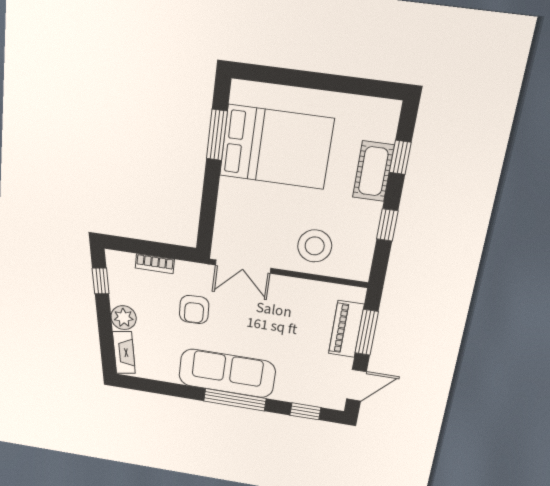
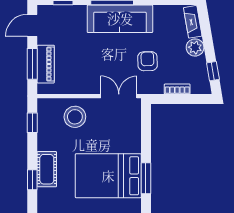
window: (387, 225) -> (32, 123), moved

